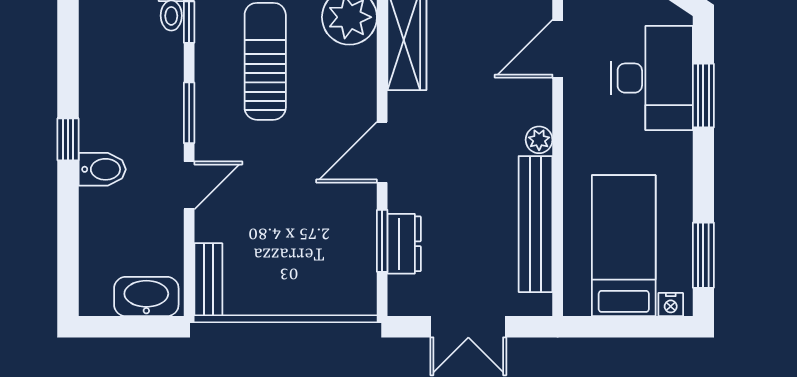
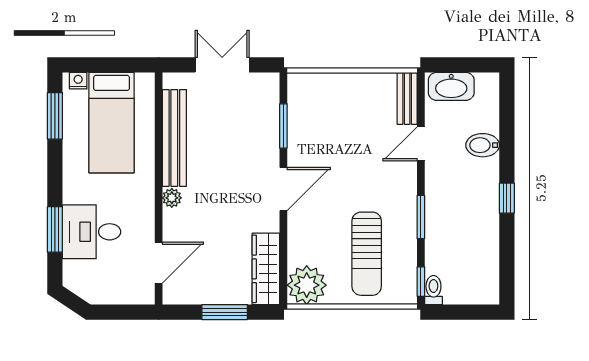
desk: (652, 78) -> (92, 232), width x0.73
bidet: (102, 169) -> (483, 145), moved
door: (189, 185) -> (421, 144), moved
dresser: (404, 244) -> (268, 124), removed

